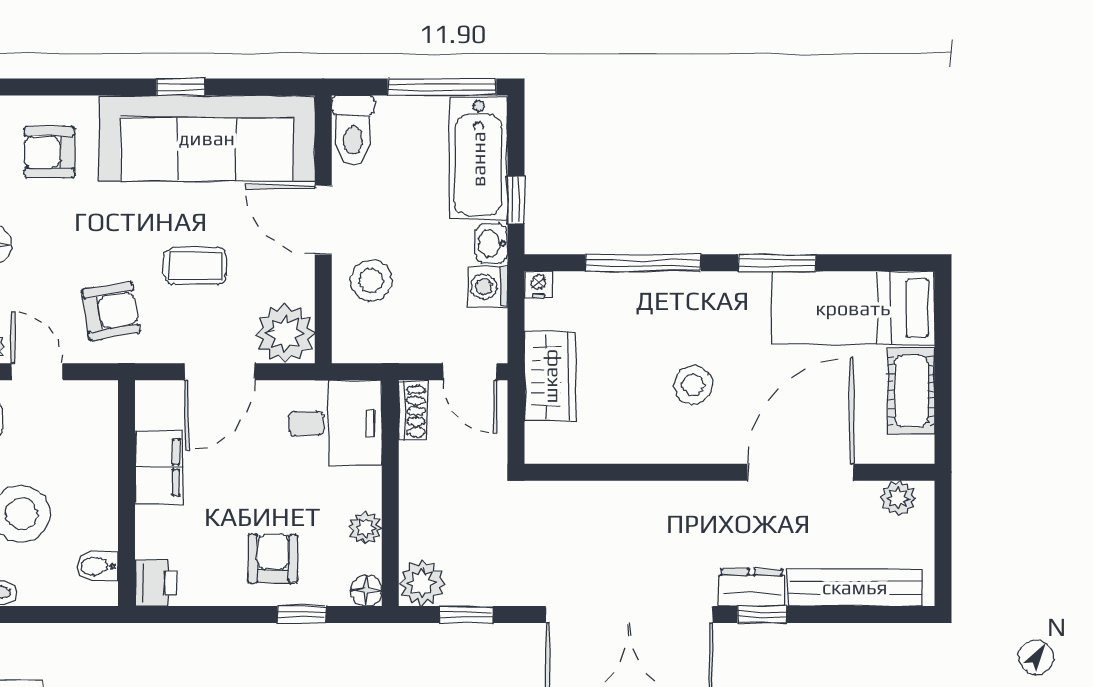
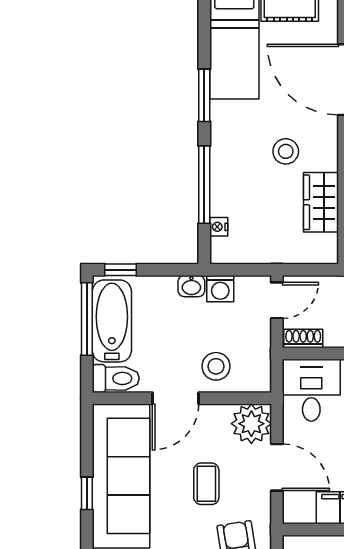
bathtub: (478, 159) -> (112, 321), moved, turned -90
window: (516, 200) -> (120, 270), moved
nightstand: (538, 284) -> (219, 227), moved
wardrobe: (550, 376) -> (321, 202), moved, turned -90

